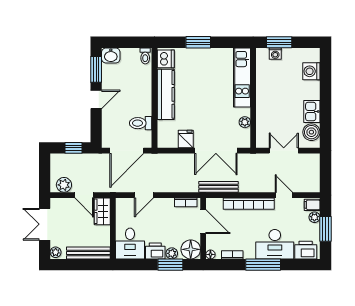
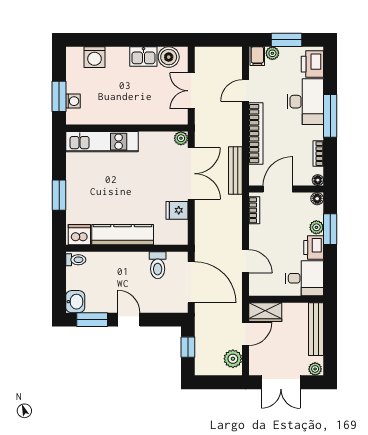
plant: (245, 122) -> (181, 138), moved
floor lamp: (191, 249) -> (317, 199), width x0.53, depth x0.53

